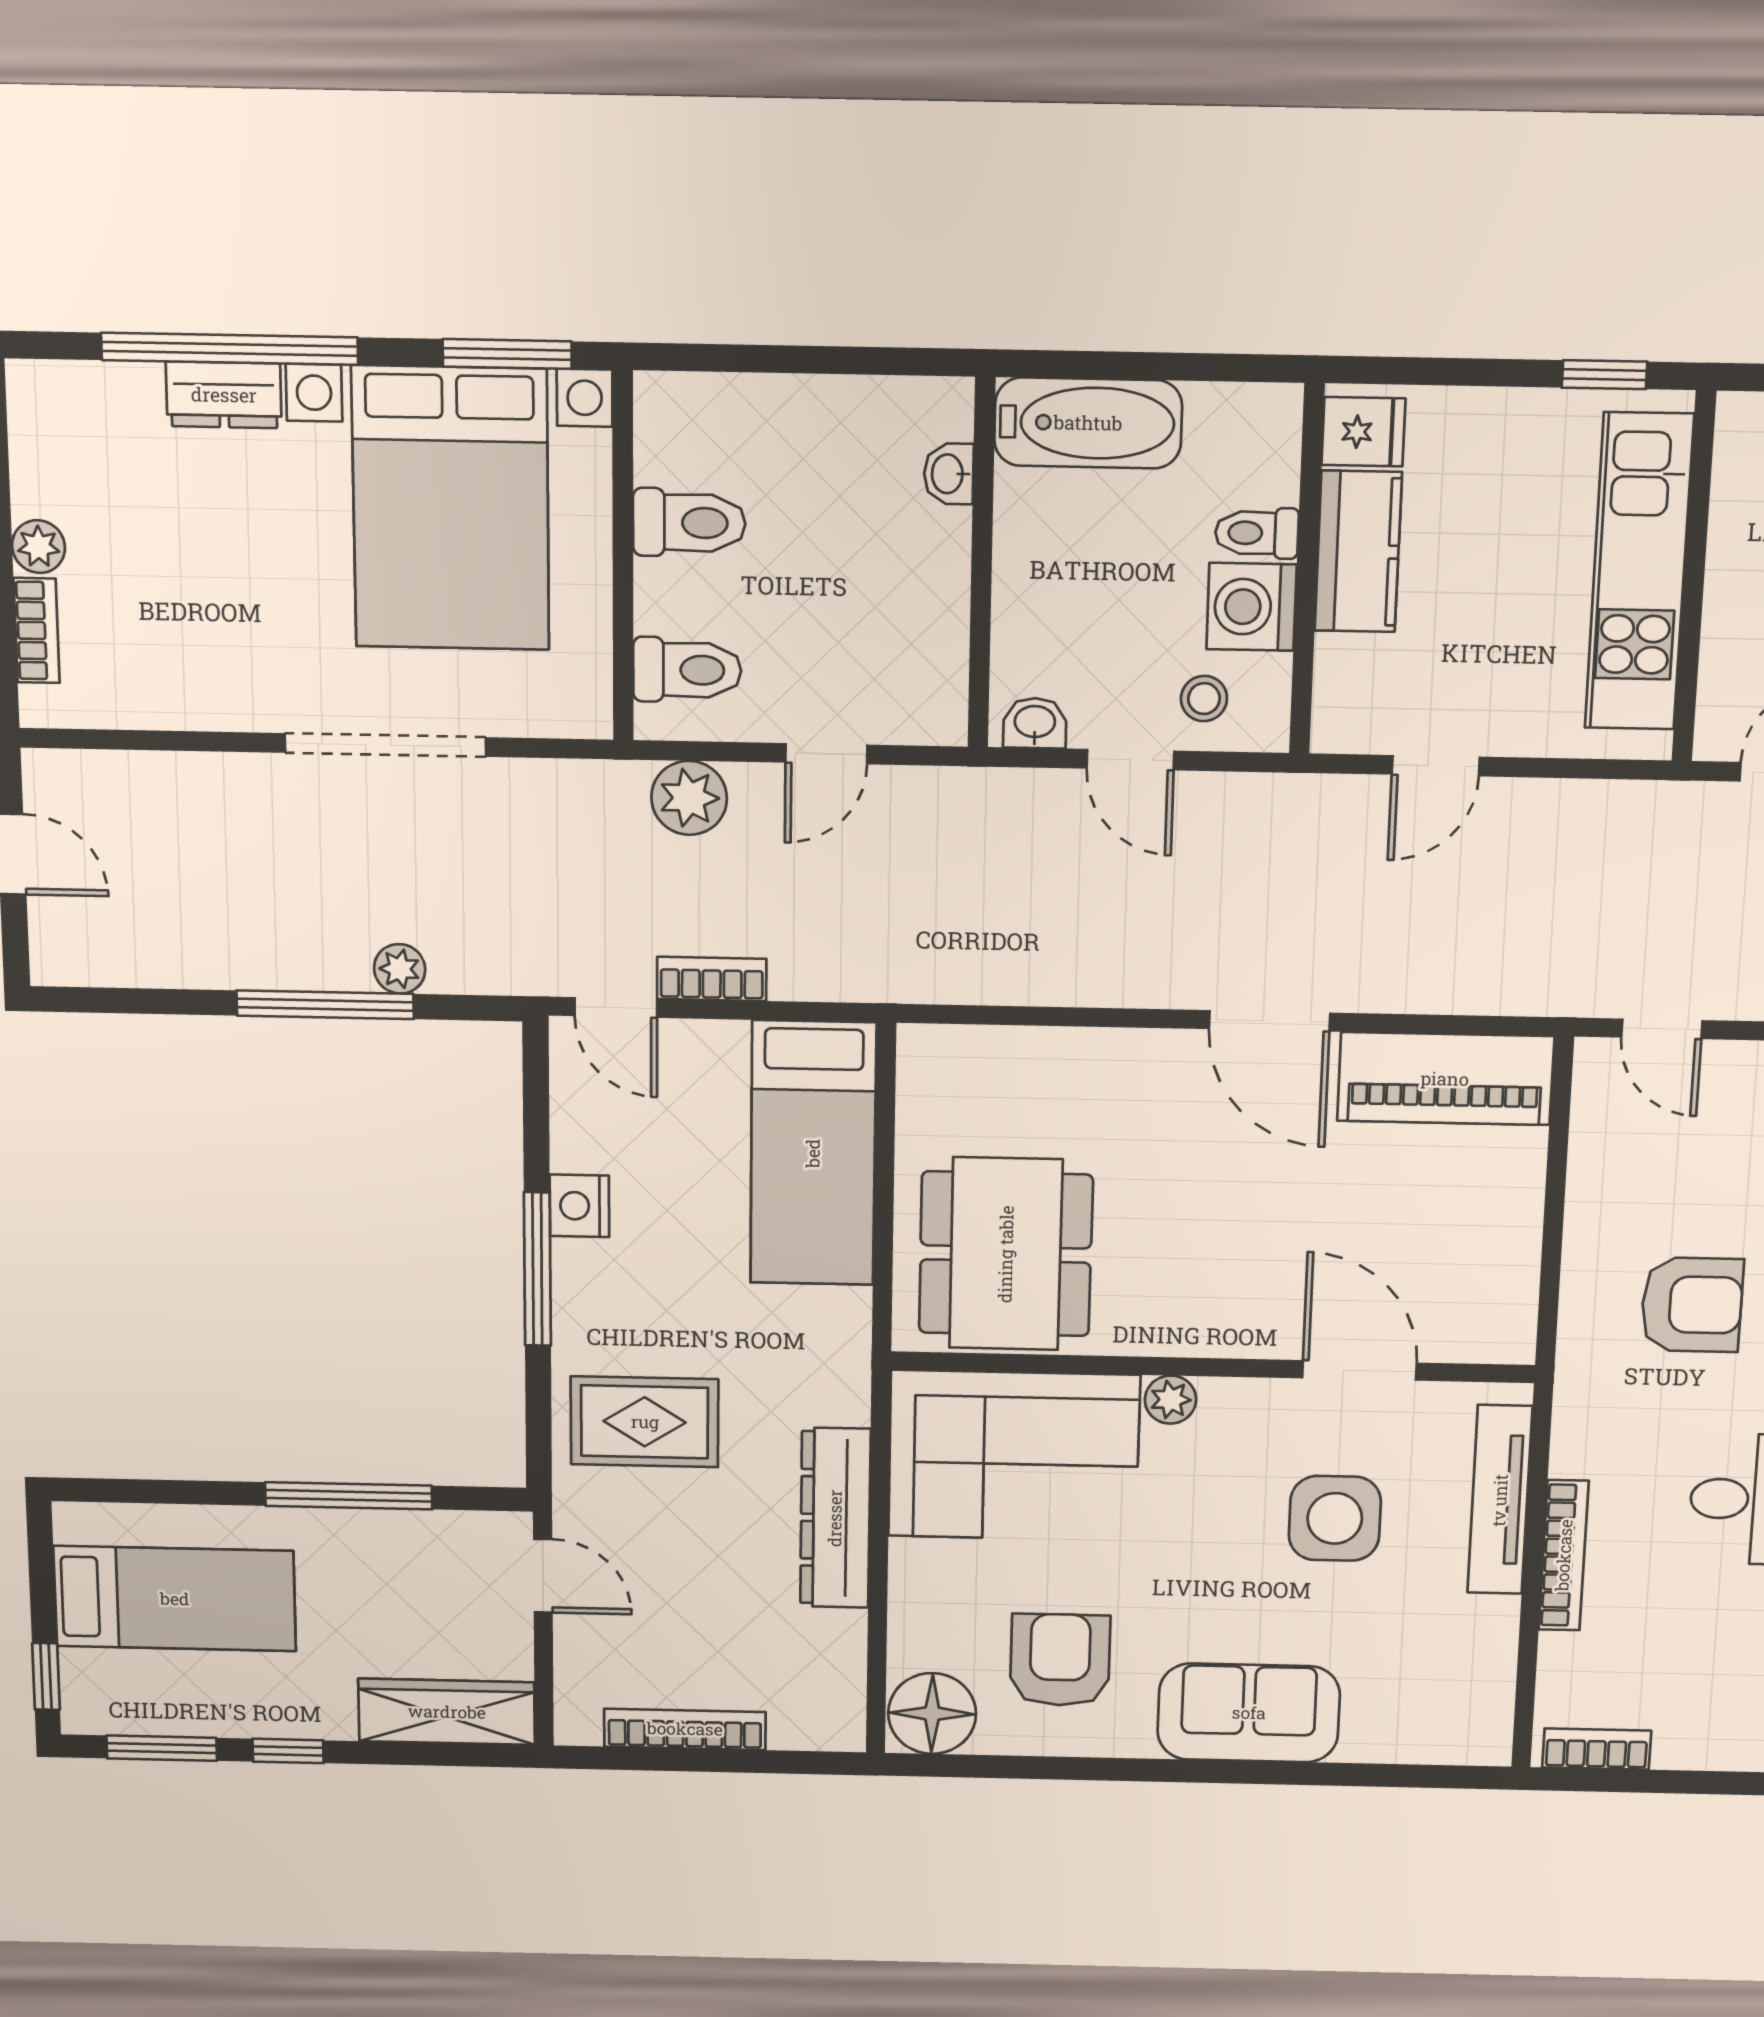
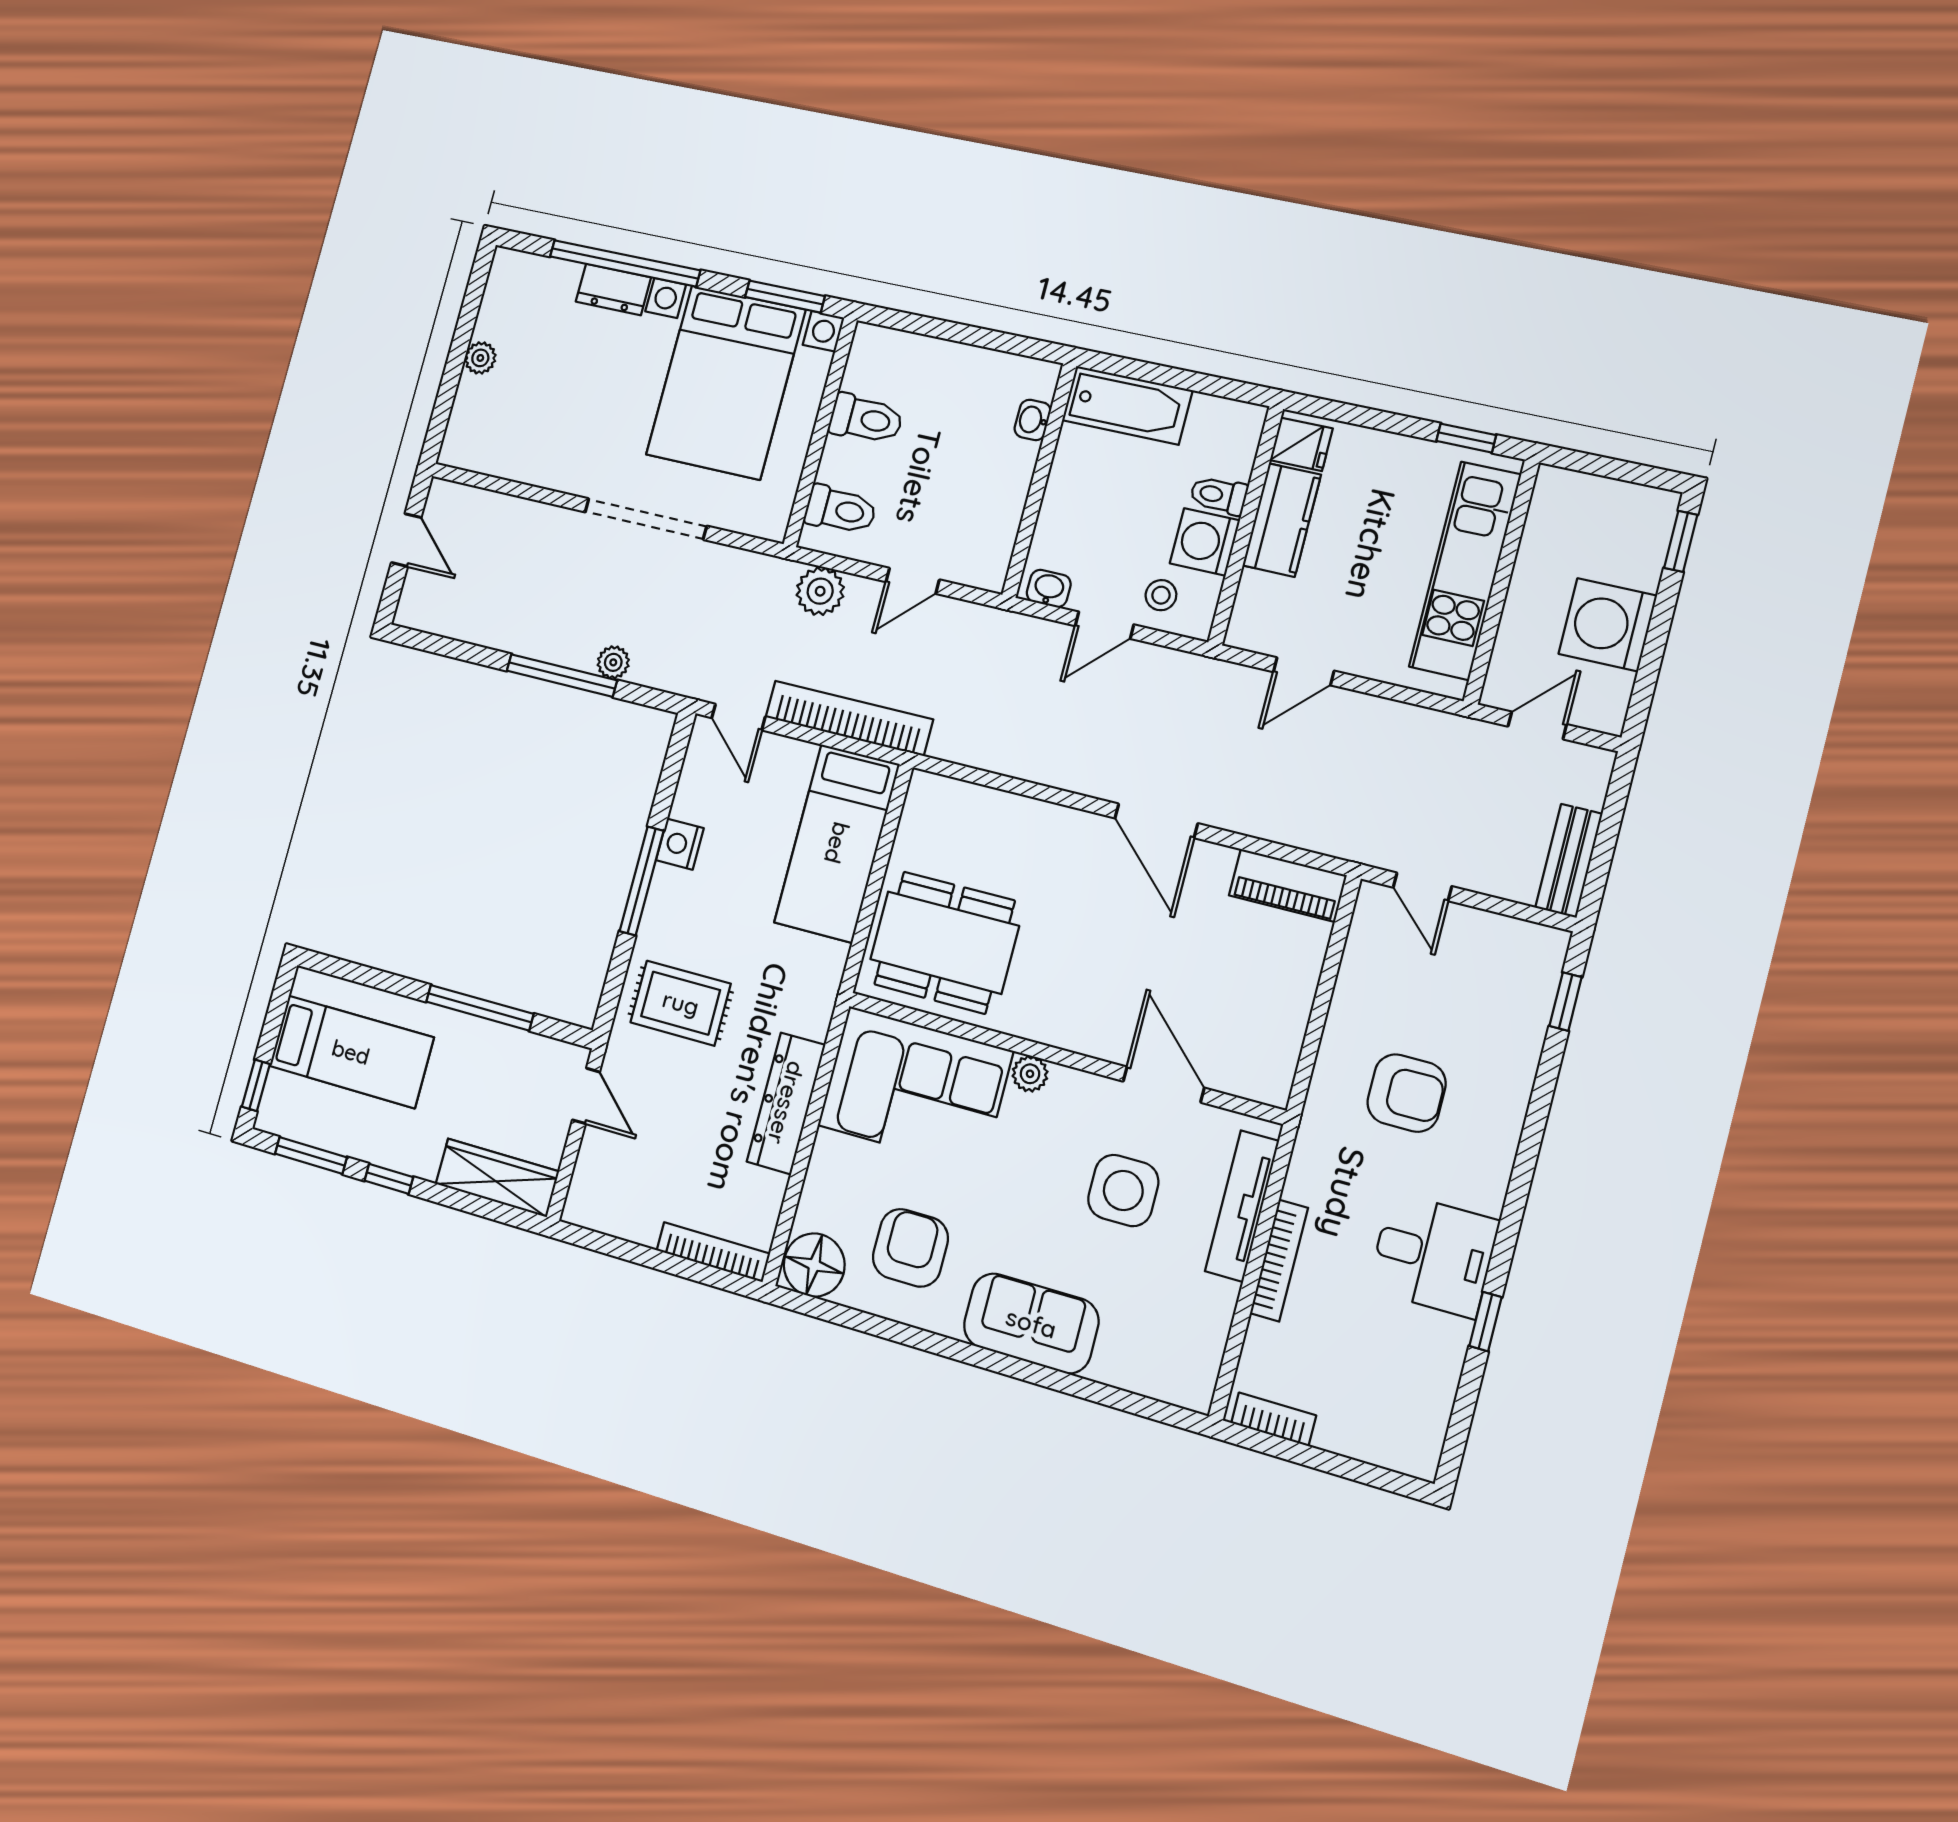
bookcase: (37, 631) -> (464, 407), removed
door: (1130, 760) -> (1104, 625), hinge flipped
bookcase: (712, 979) -> (849, 718), width x2.31, depth x1.31
piano: (1445, 1079) -> (1288, 885), width x0.73, depth x0.75
dining table: (1006, 1254) -> (944, 943), turned 90
bookcase: (685, 1729) -> (713, 1252), moved

